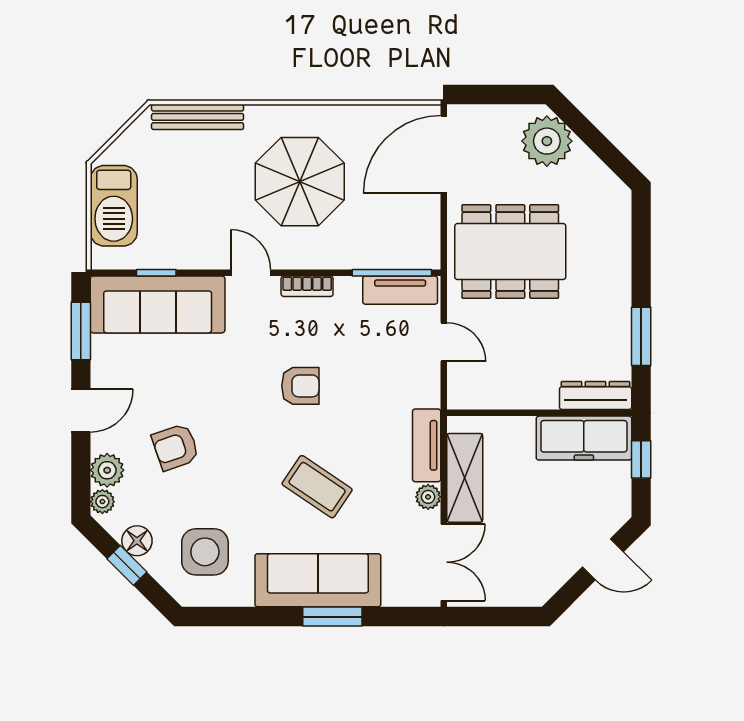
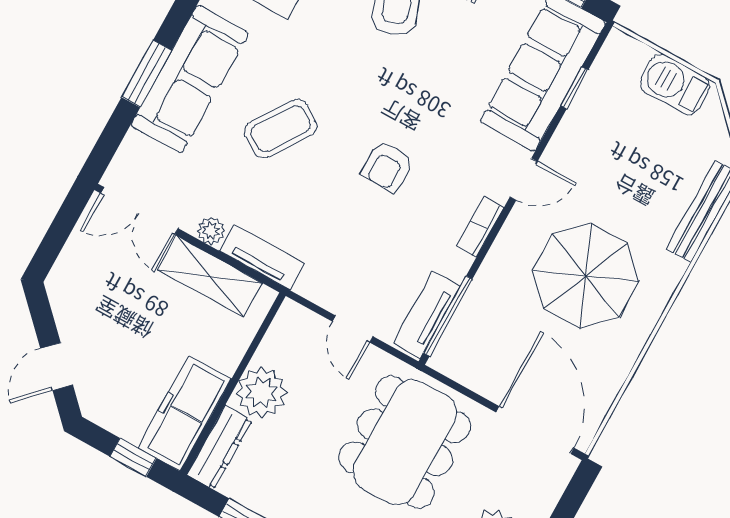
barbecue: (114, 206) -> (675, 84), width x0.73, depth x0.83
door: (444, 342) -> (353, 329), hinge flipped
plant: (534, 386) -> (261, 393), added

